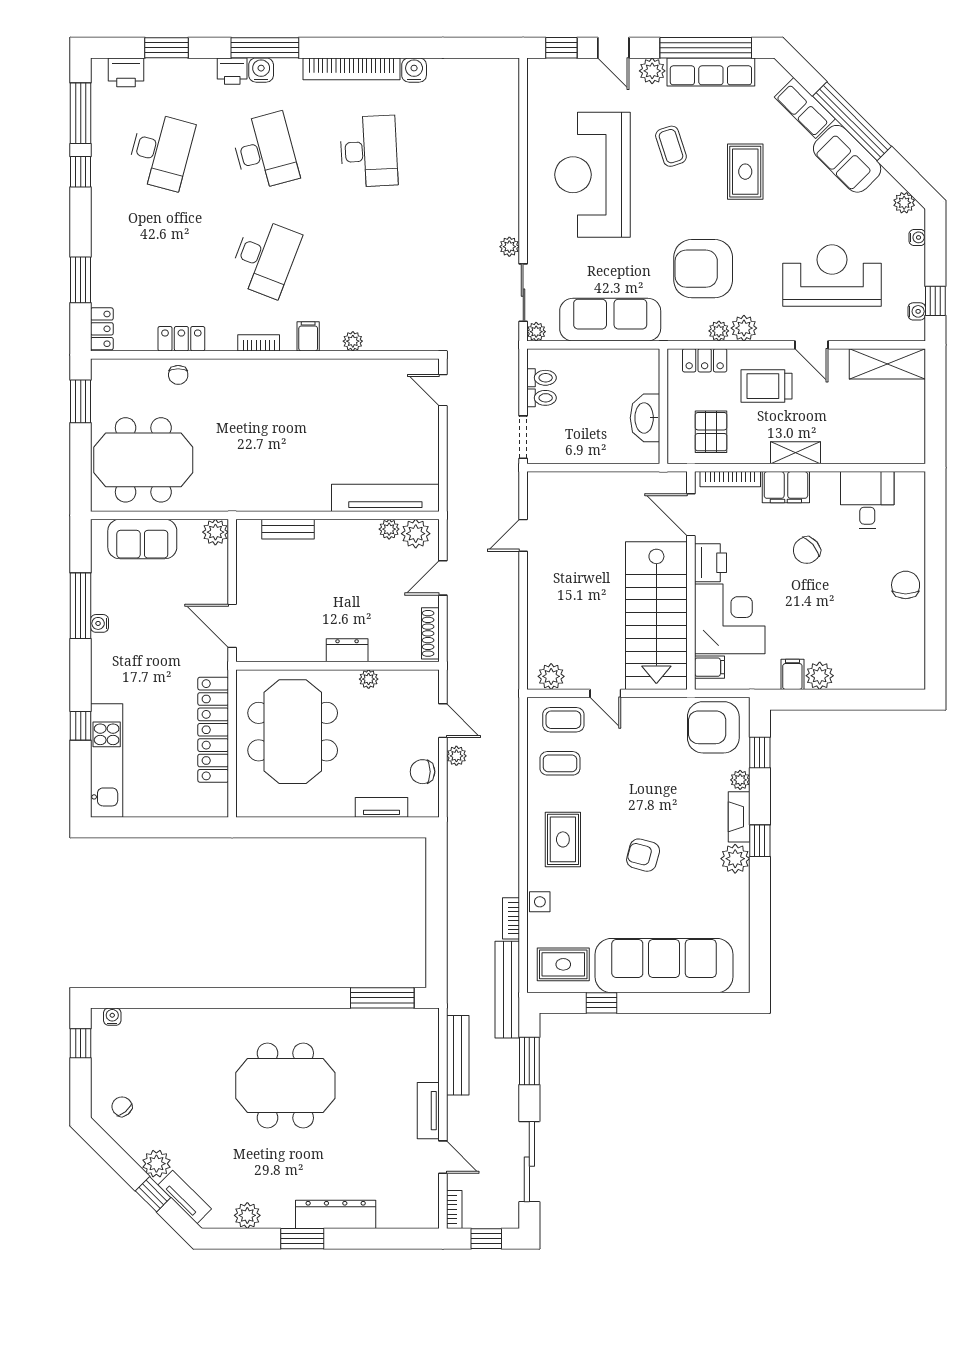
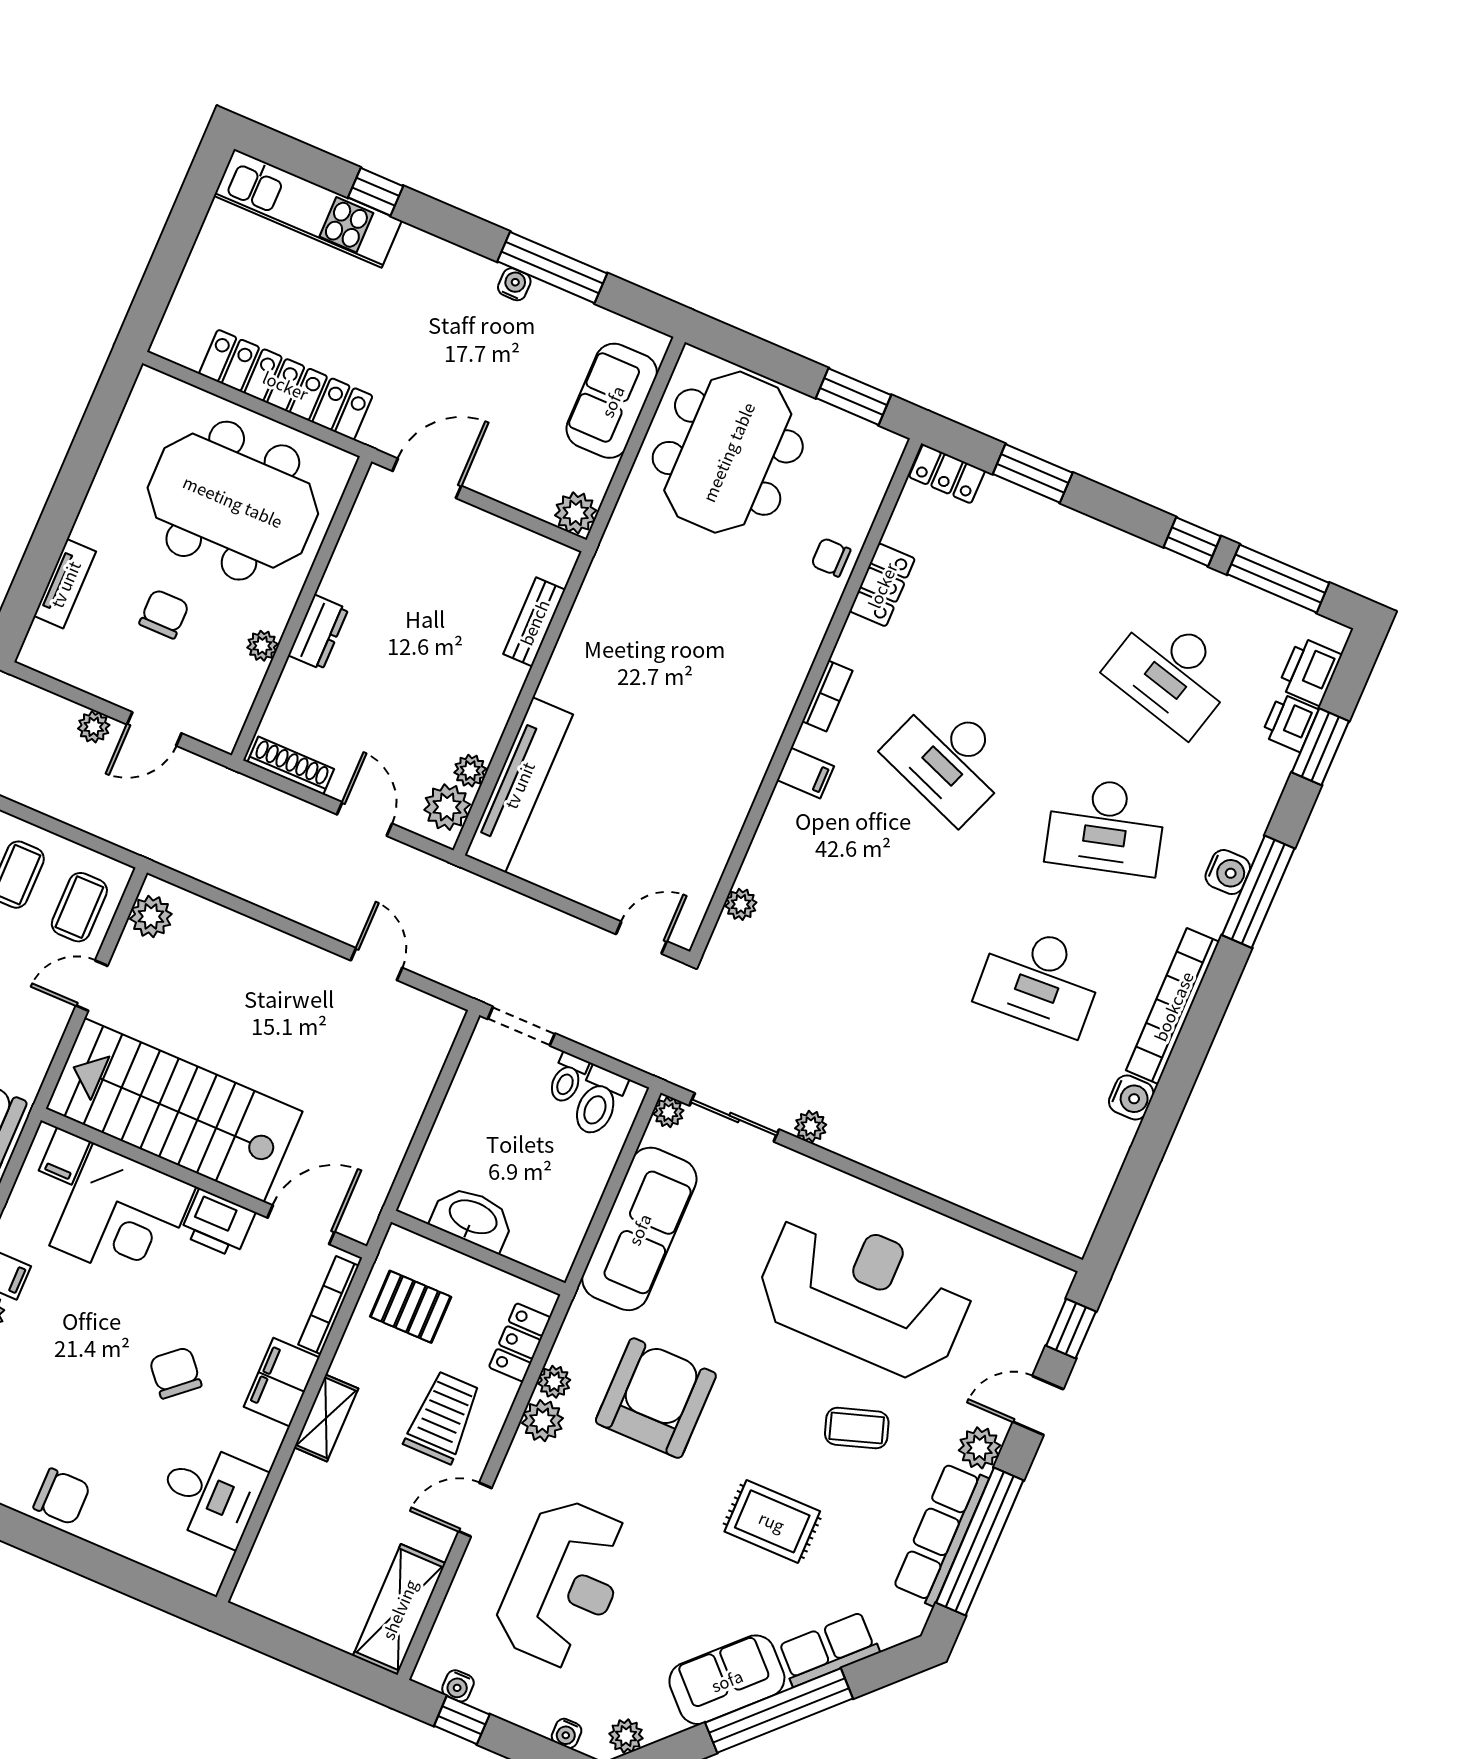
printer: (232, 71) -> (1290, 723), moved
plant: (353, 341) -> (741, 904), moved
toilet: (542, 378) -> (599, 1101), width x1.37, depth x1.39
chair: (423, 772) -> (164, 614), moved

